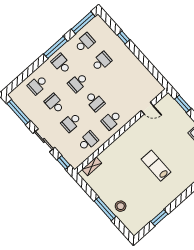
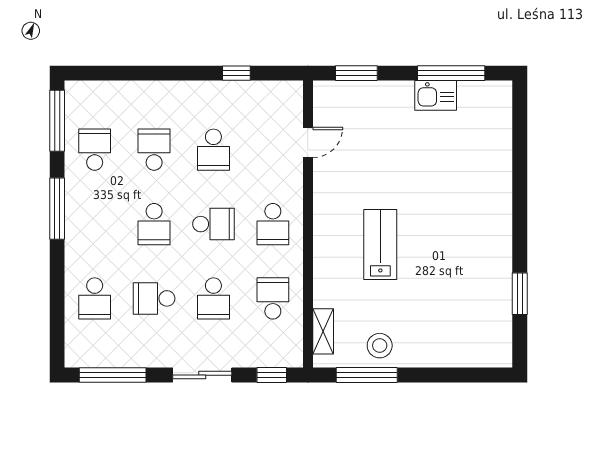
window: (123, 37) -> (236, 73), moved
school desk: (61, 64) -> (213, 150), moved, turned -90
lab bench: (156, 166) -> (380, 244), moved, turned 90
stool: (121, 206) -> (380, 346), moved
window: (105, 209) -> (367, 375), moved

